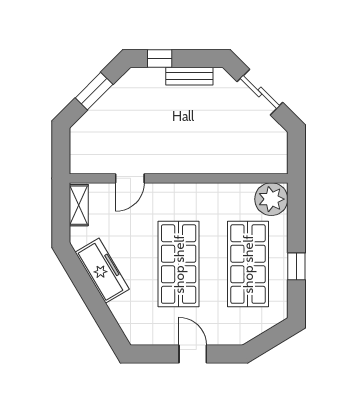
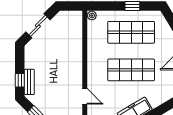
bench: (189, 76) -> (29, 82), moved
plant: (271, 199) -> (92, 15), width x0.53, depth x0.53

